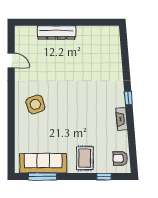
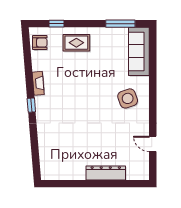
rug: (85, 158) -> (76, 43), turned 90
sofa: (43, 163) -> (139, 51), moved, turned 90

